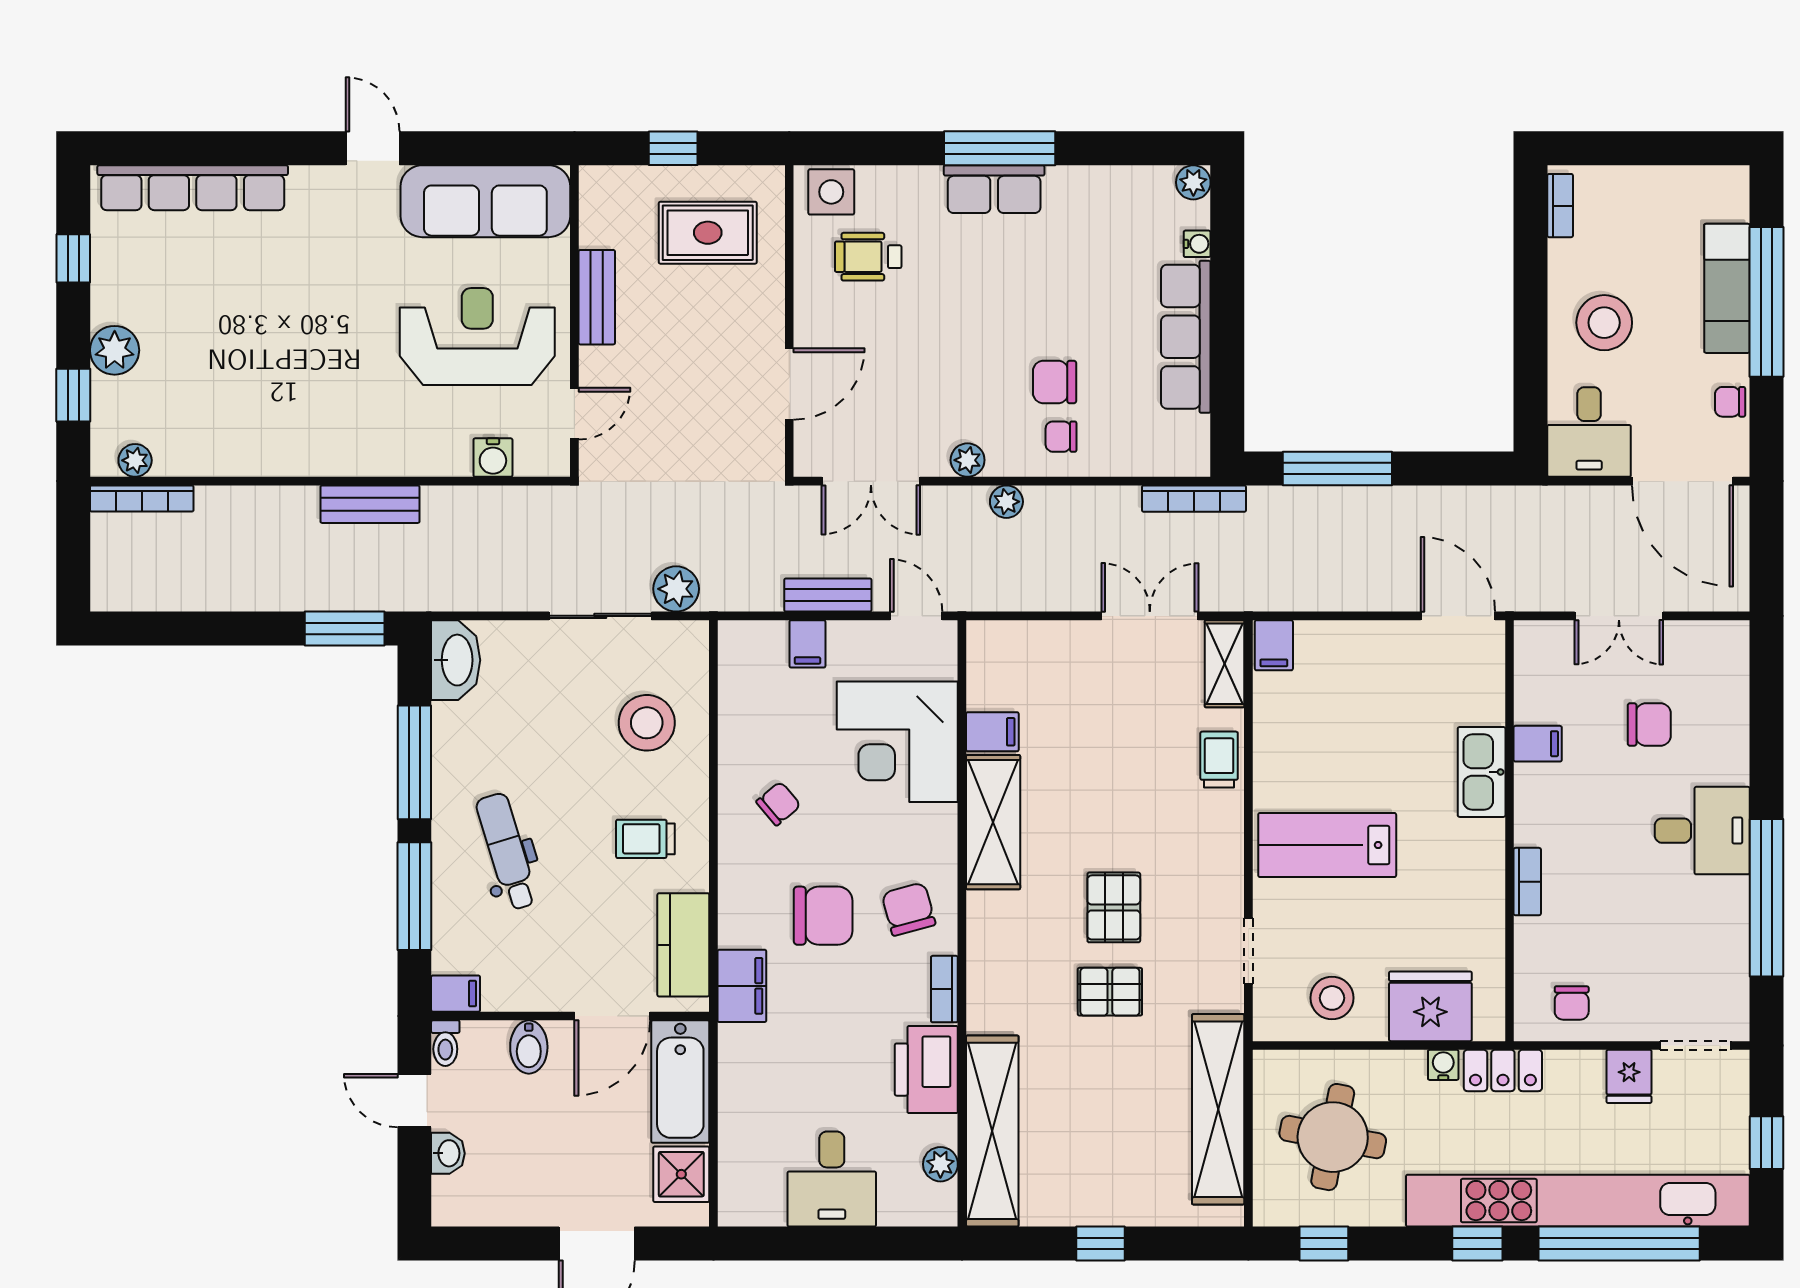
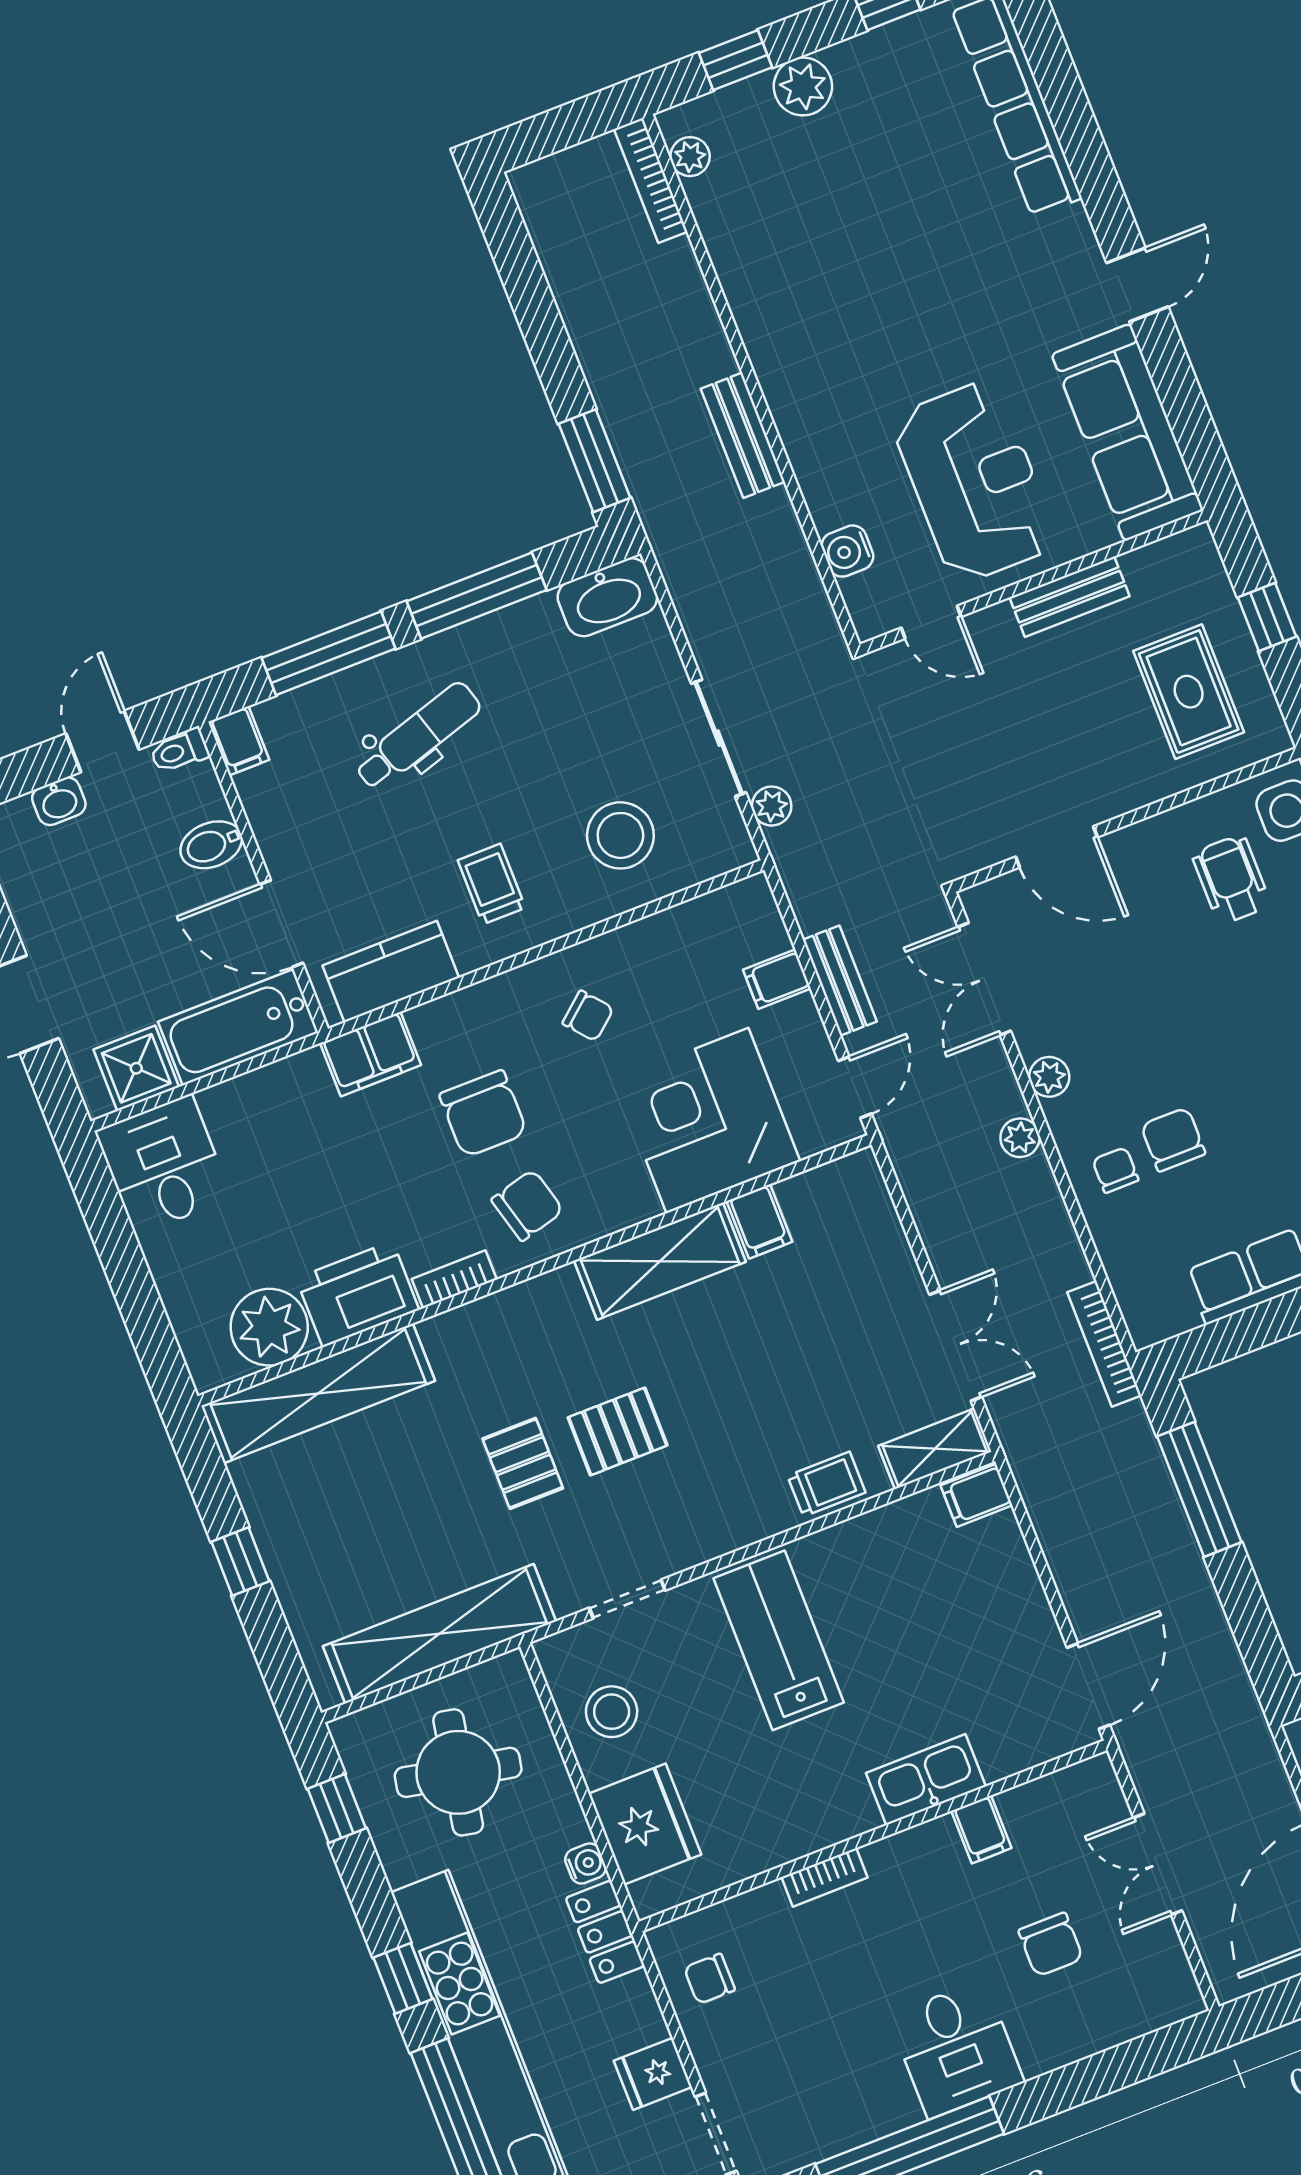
plant: (676, 589) -> (772, 806), width x0.73, depth x0.73
plant: (940, 1164) -> (269, 1327), width x1.88, depth x1.88
desk: (832, 1179) -> (163, 1165), moved, turned 90

